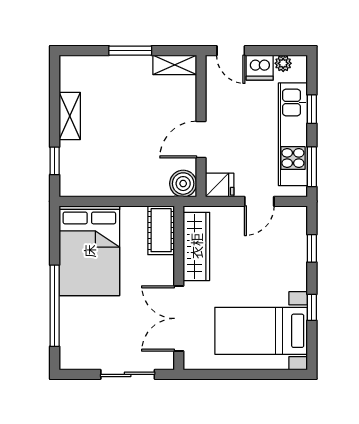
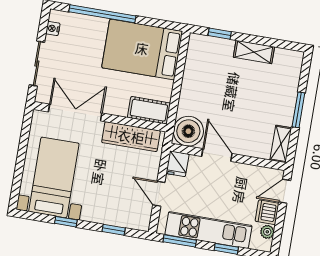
boiler: (183, 184) -> (188, 131), width x1.37, depth x1.37
nightstand: (82, 362) -> (53, 28), added

